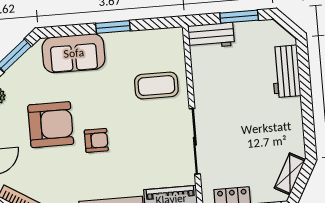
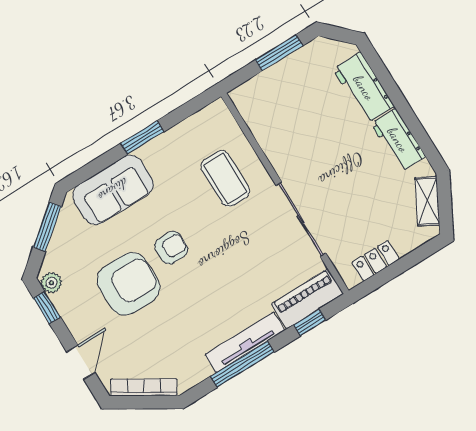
workbench: (211, 36) -> (398, 140), moved, turned 90
coffee table: (156, 86) -> (225, 179), turned 90
armchair: (96, 140) -> (171, 248), moved

